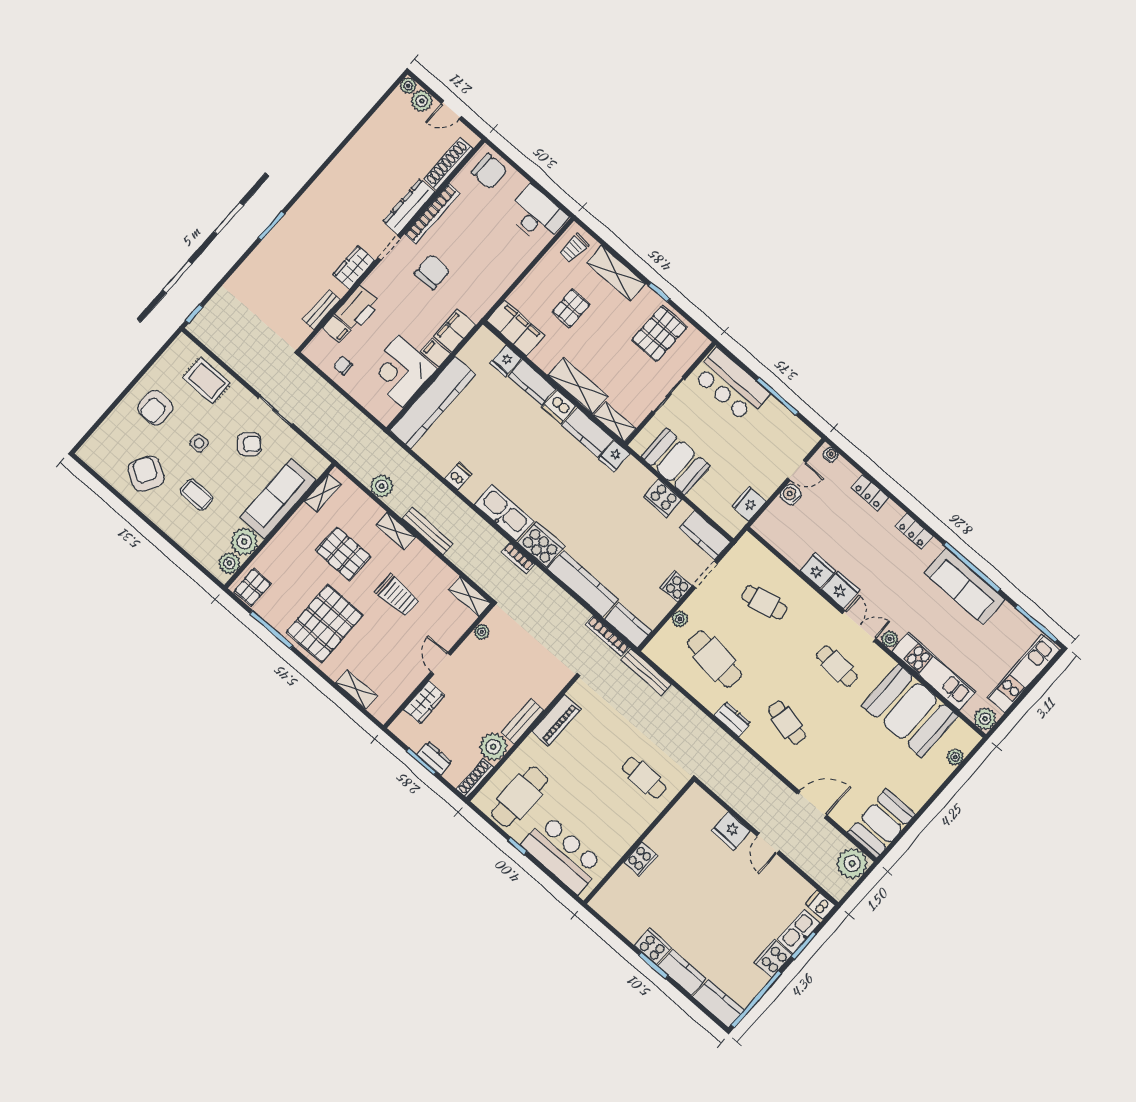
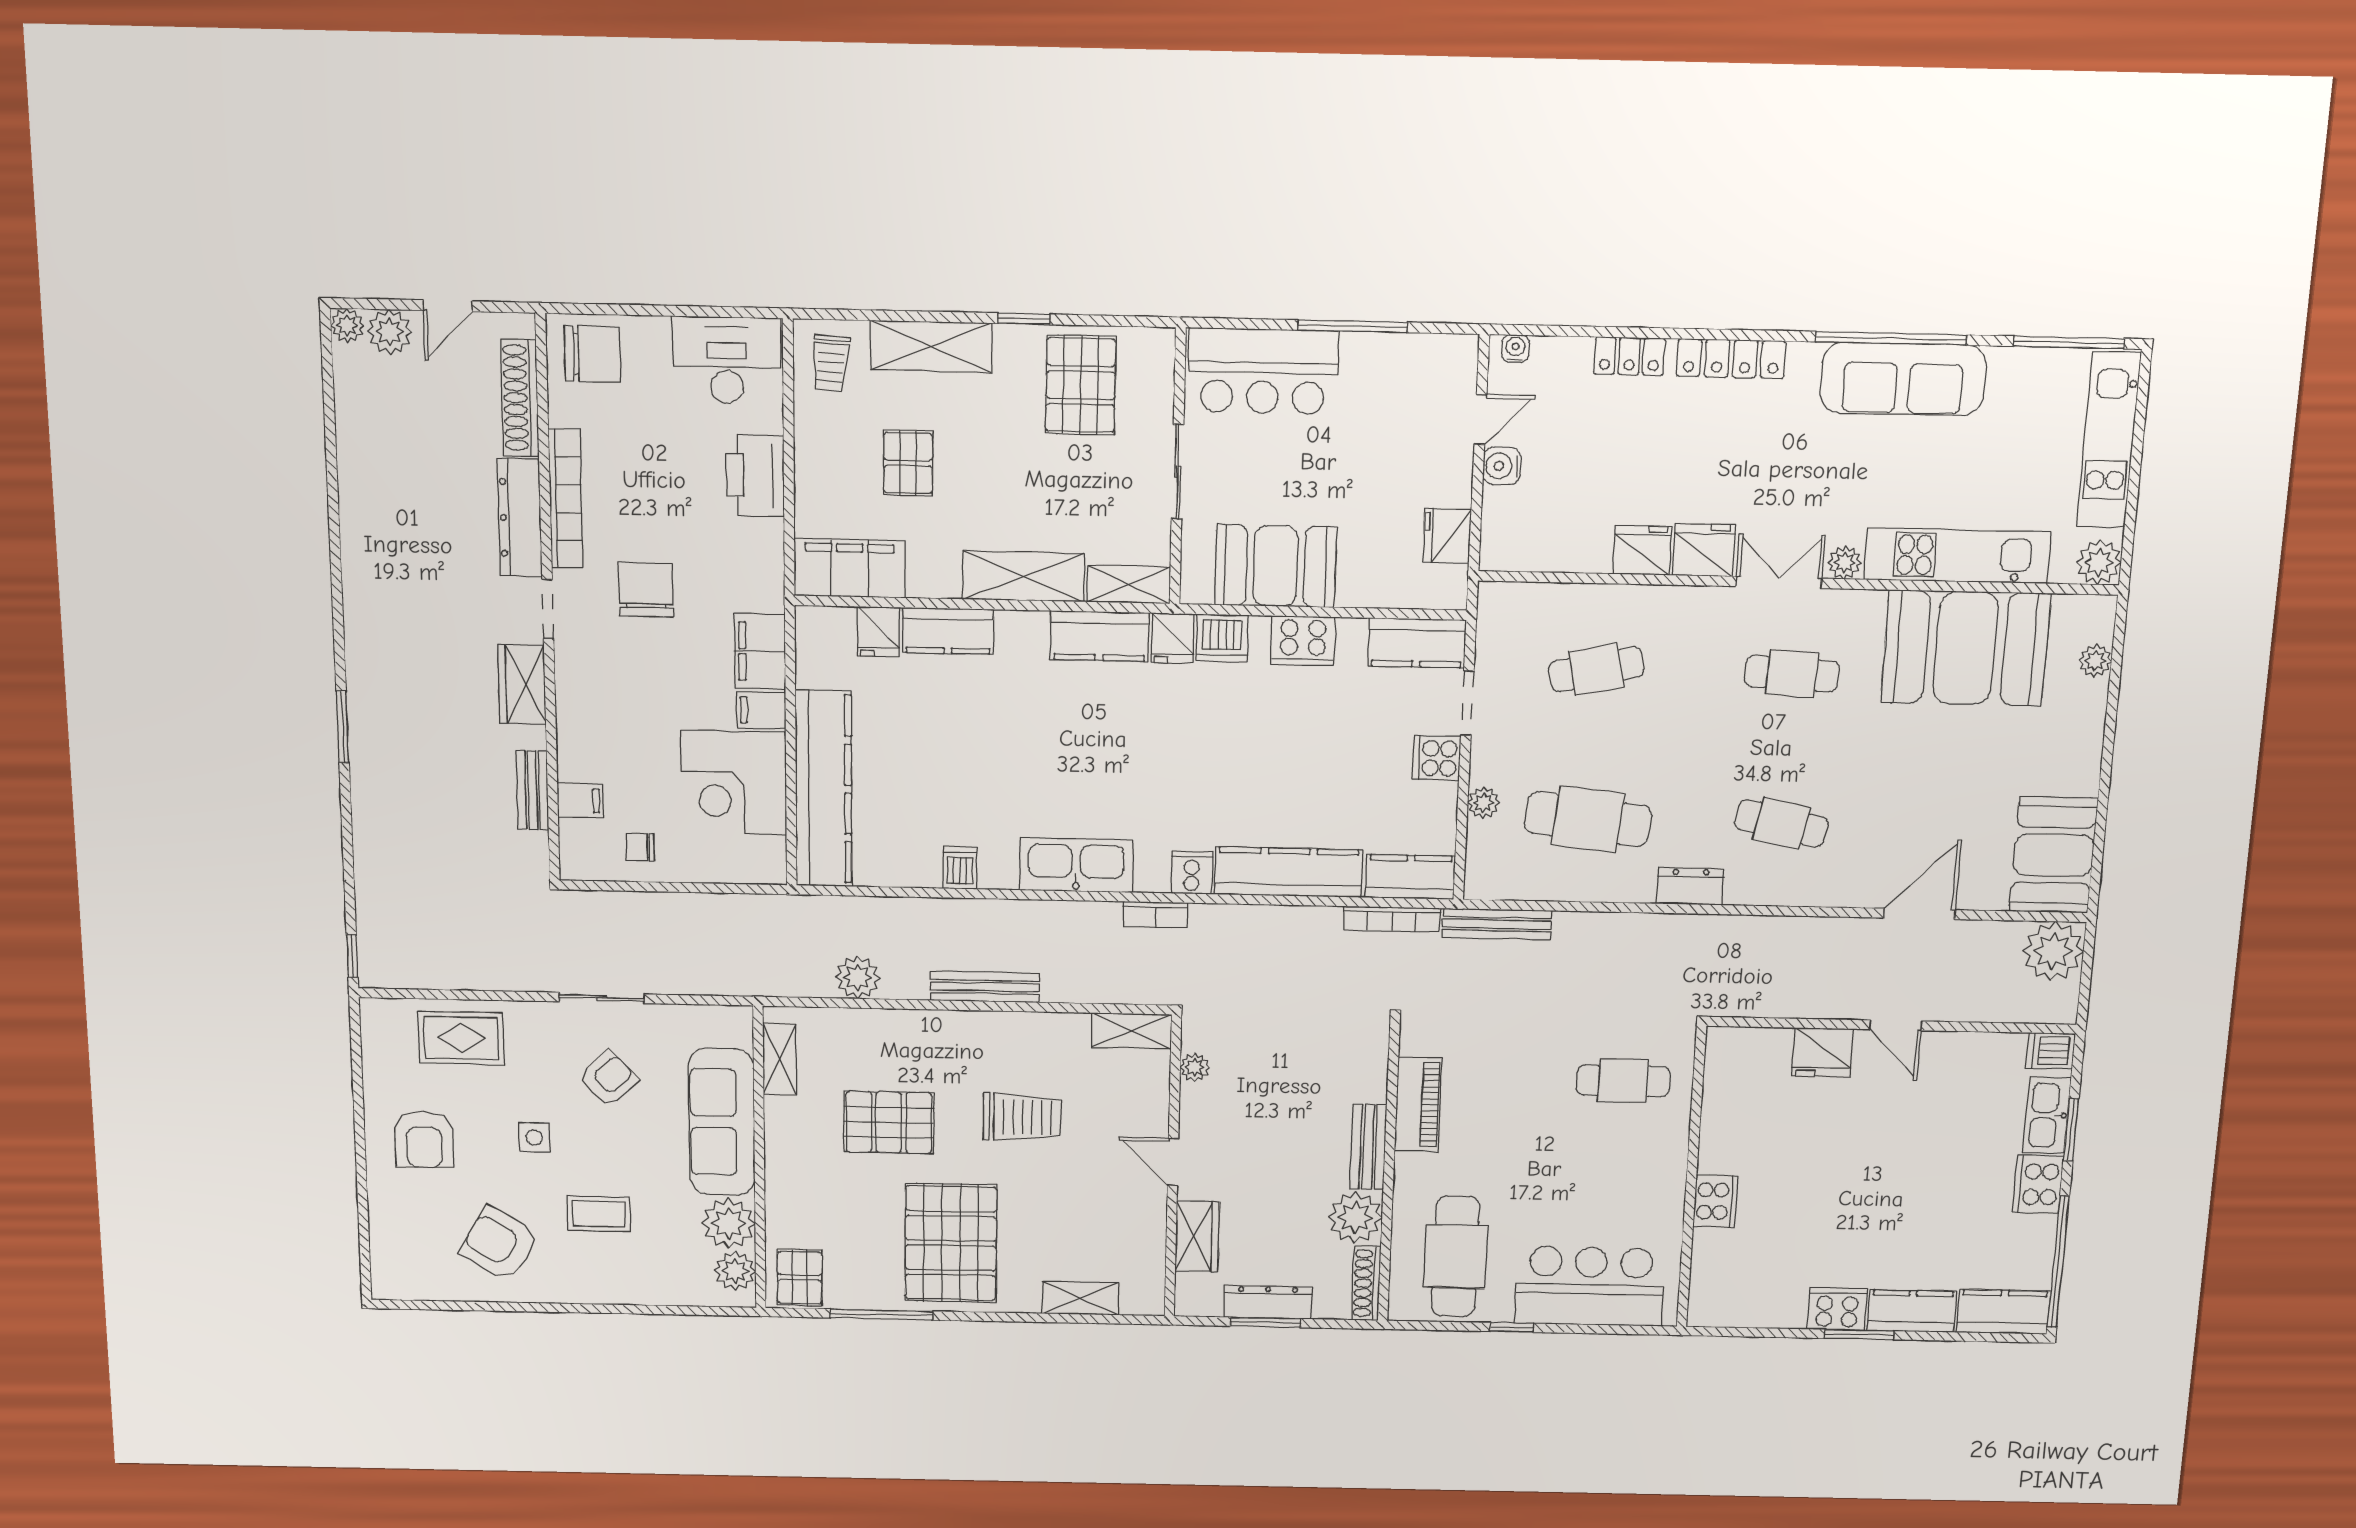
printer: (358, 308) -> (755, 476), moved, turned 180
dishwasher: (559, 407) -> (1222, 638), moved
shelving: (396, 531) -> (937, 1026), removed
locker: (914, 531) -> (1731, 359), width x1.53
cooker: (541, 545) -> (1192, 873), width x0.53, depth x0.76
dresser: (435, 758) -> (1268, 1302), width x1.44

